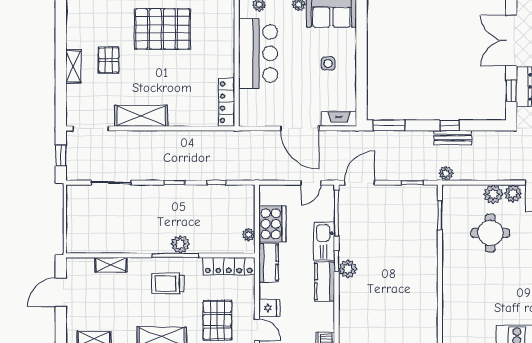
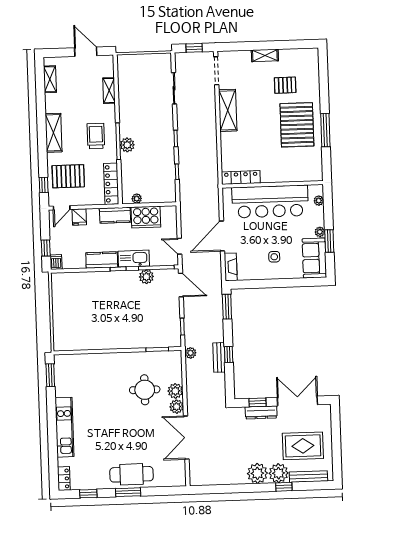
bar counter: (258, 53) -> (270, 201), width x1.36
pallet: (109, 60) -> (285, 85), moved
plant: (348, 269) -> (146, 277), moved

